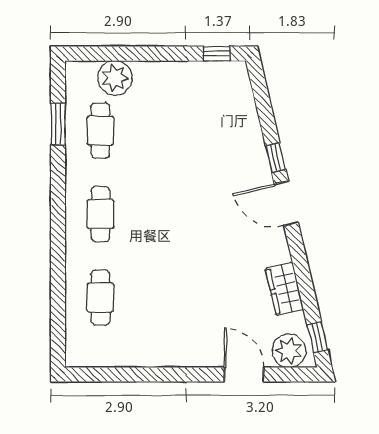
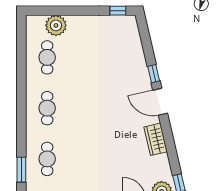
window: (58, 124) -> (21, 170), moved
wardrobe: (284, 289) -> (156, 139), moved

